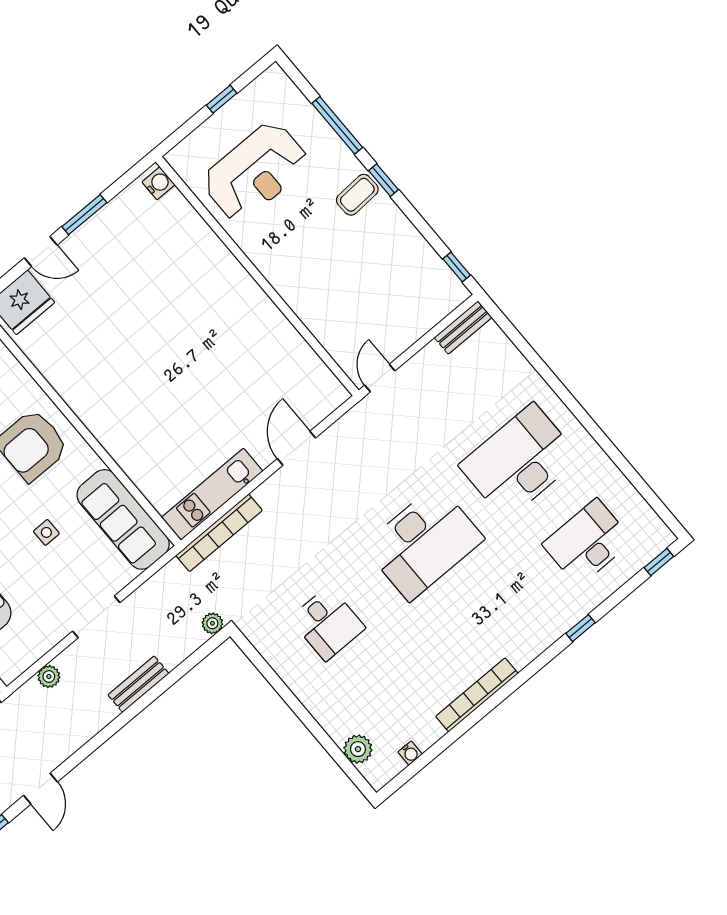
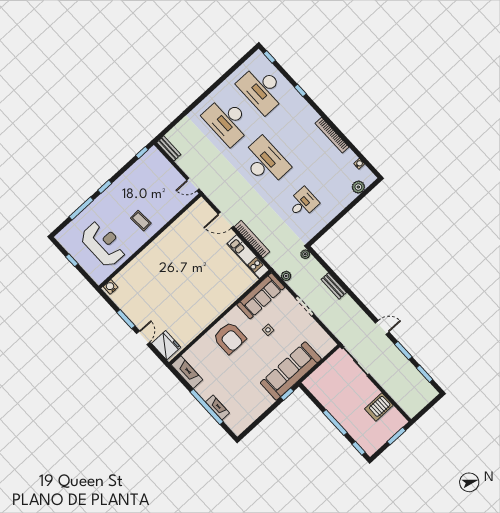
coffee table: (357, 195) -> (141, 221), moved
bookcase: (219, 533) -> (252, 239), moved
desk: (587, 542) -> (262, 89), width x1.36, depth x1.30
plant: (49, 676) -> (286, 276), moved

